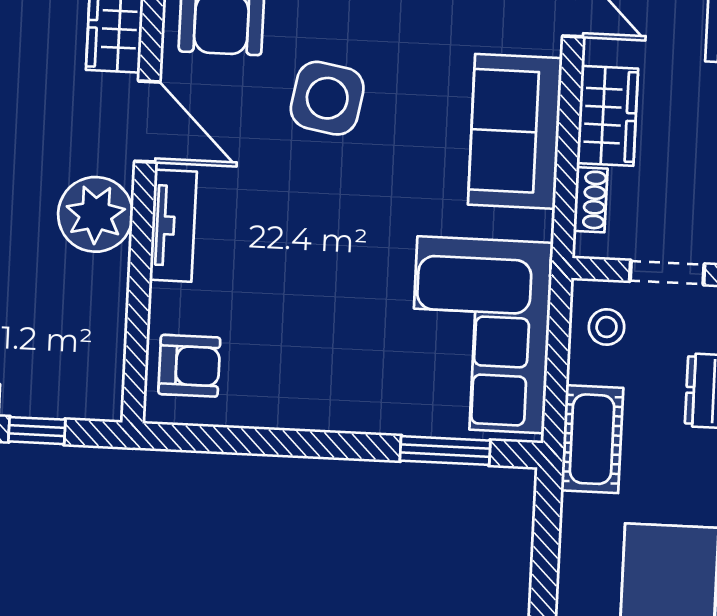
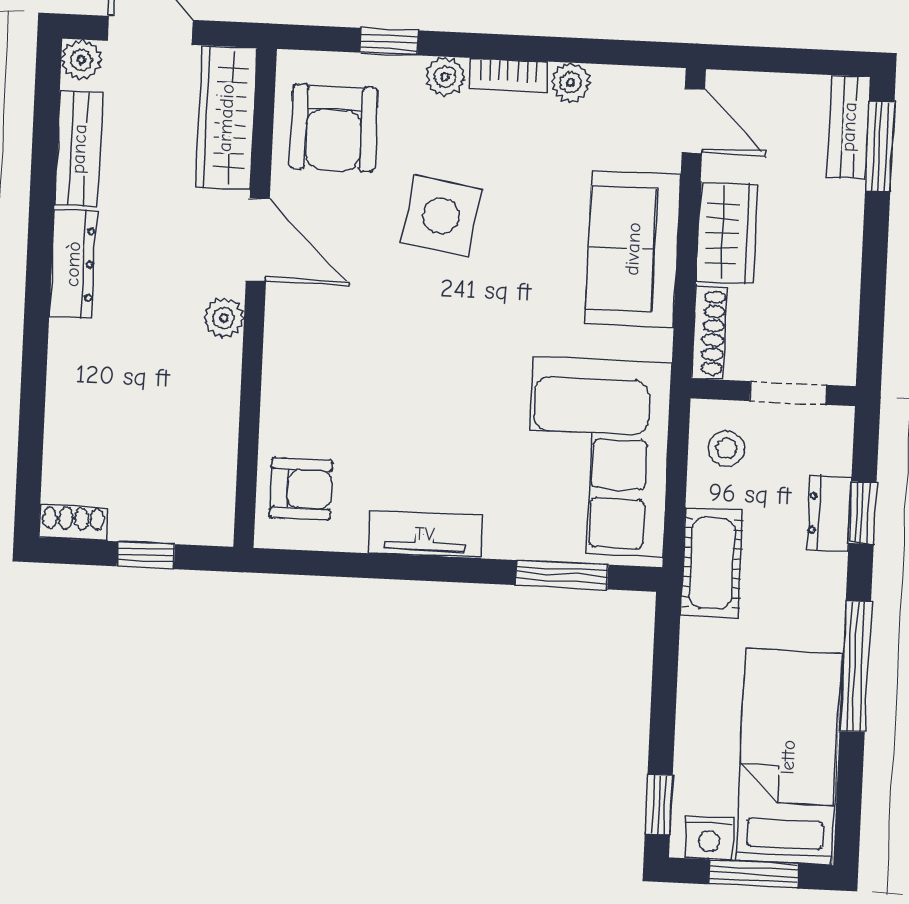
shoe rack: (591, 200) -> (709, 333), width x1.43
plant: (95, 214) -> (224, 318), width x0.53, depth x0.53
tv unit: (173, 226) -> (425, 534), moved, turned -90

